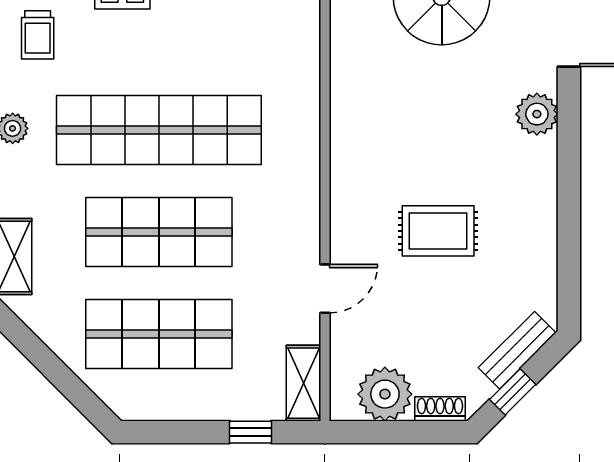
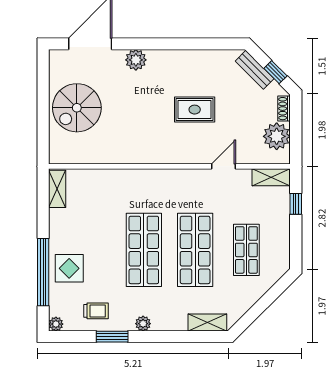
shop shelf: (159, 130) -> (144, 250), width x0.71
rug: (438, 231) -> (195, 110), turned 90
door: (325, 289) -> (224, 166), hinge flipped
shop shelf: (159, 334) -> (246, 250), width x0.70, depth x0.74

